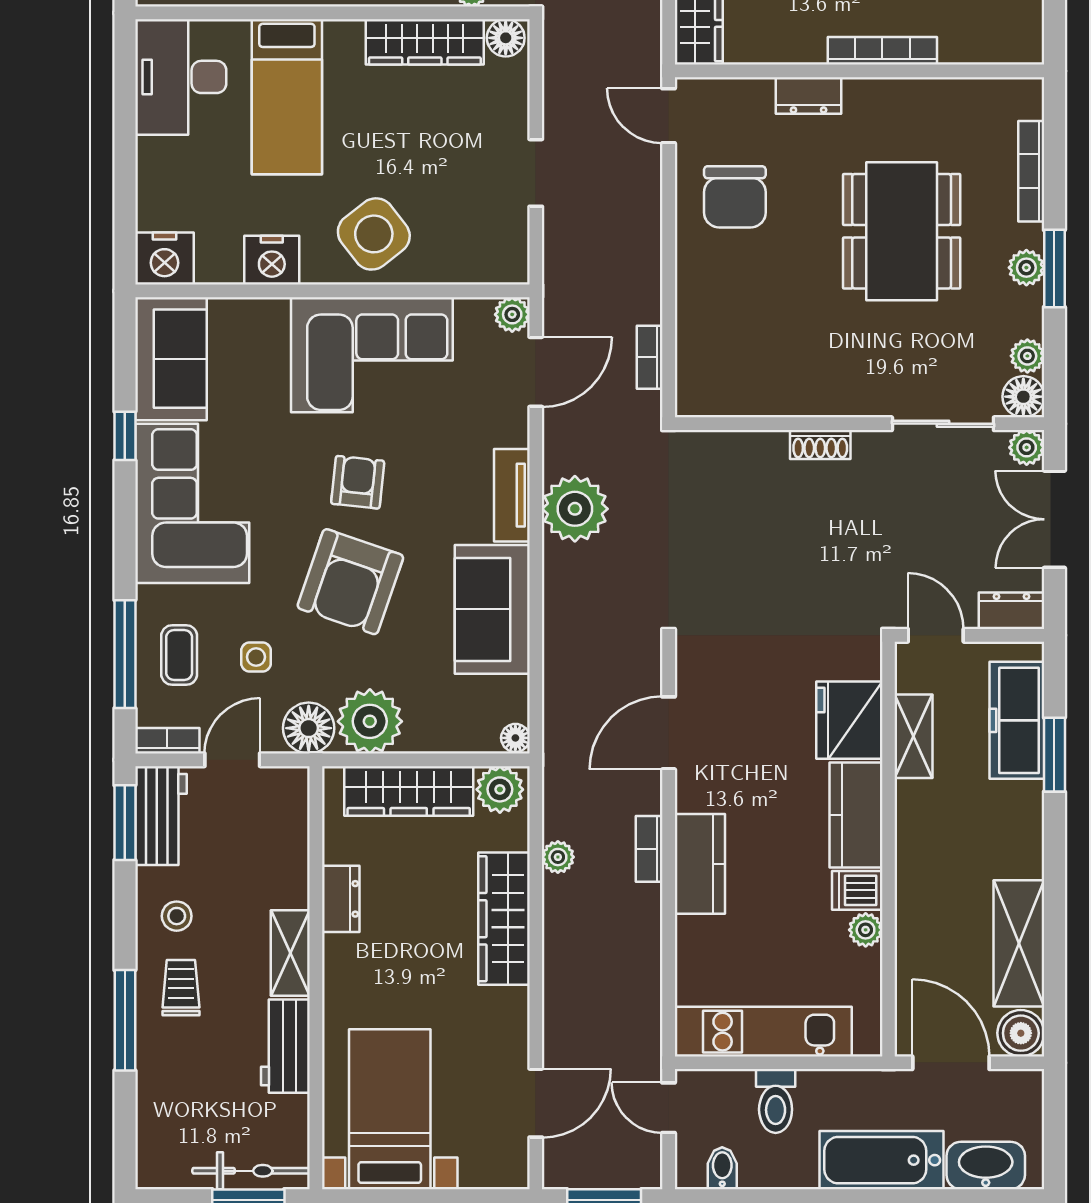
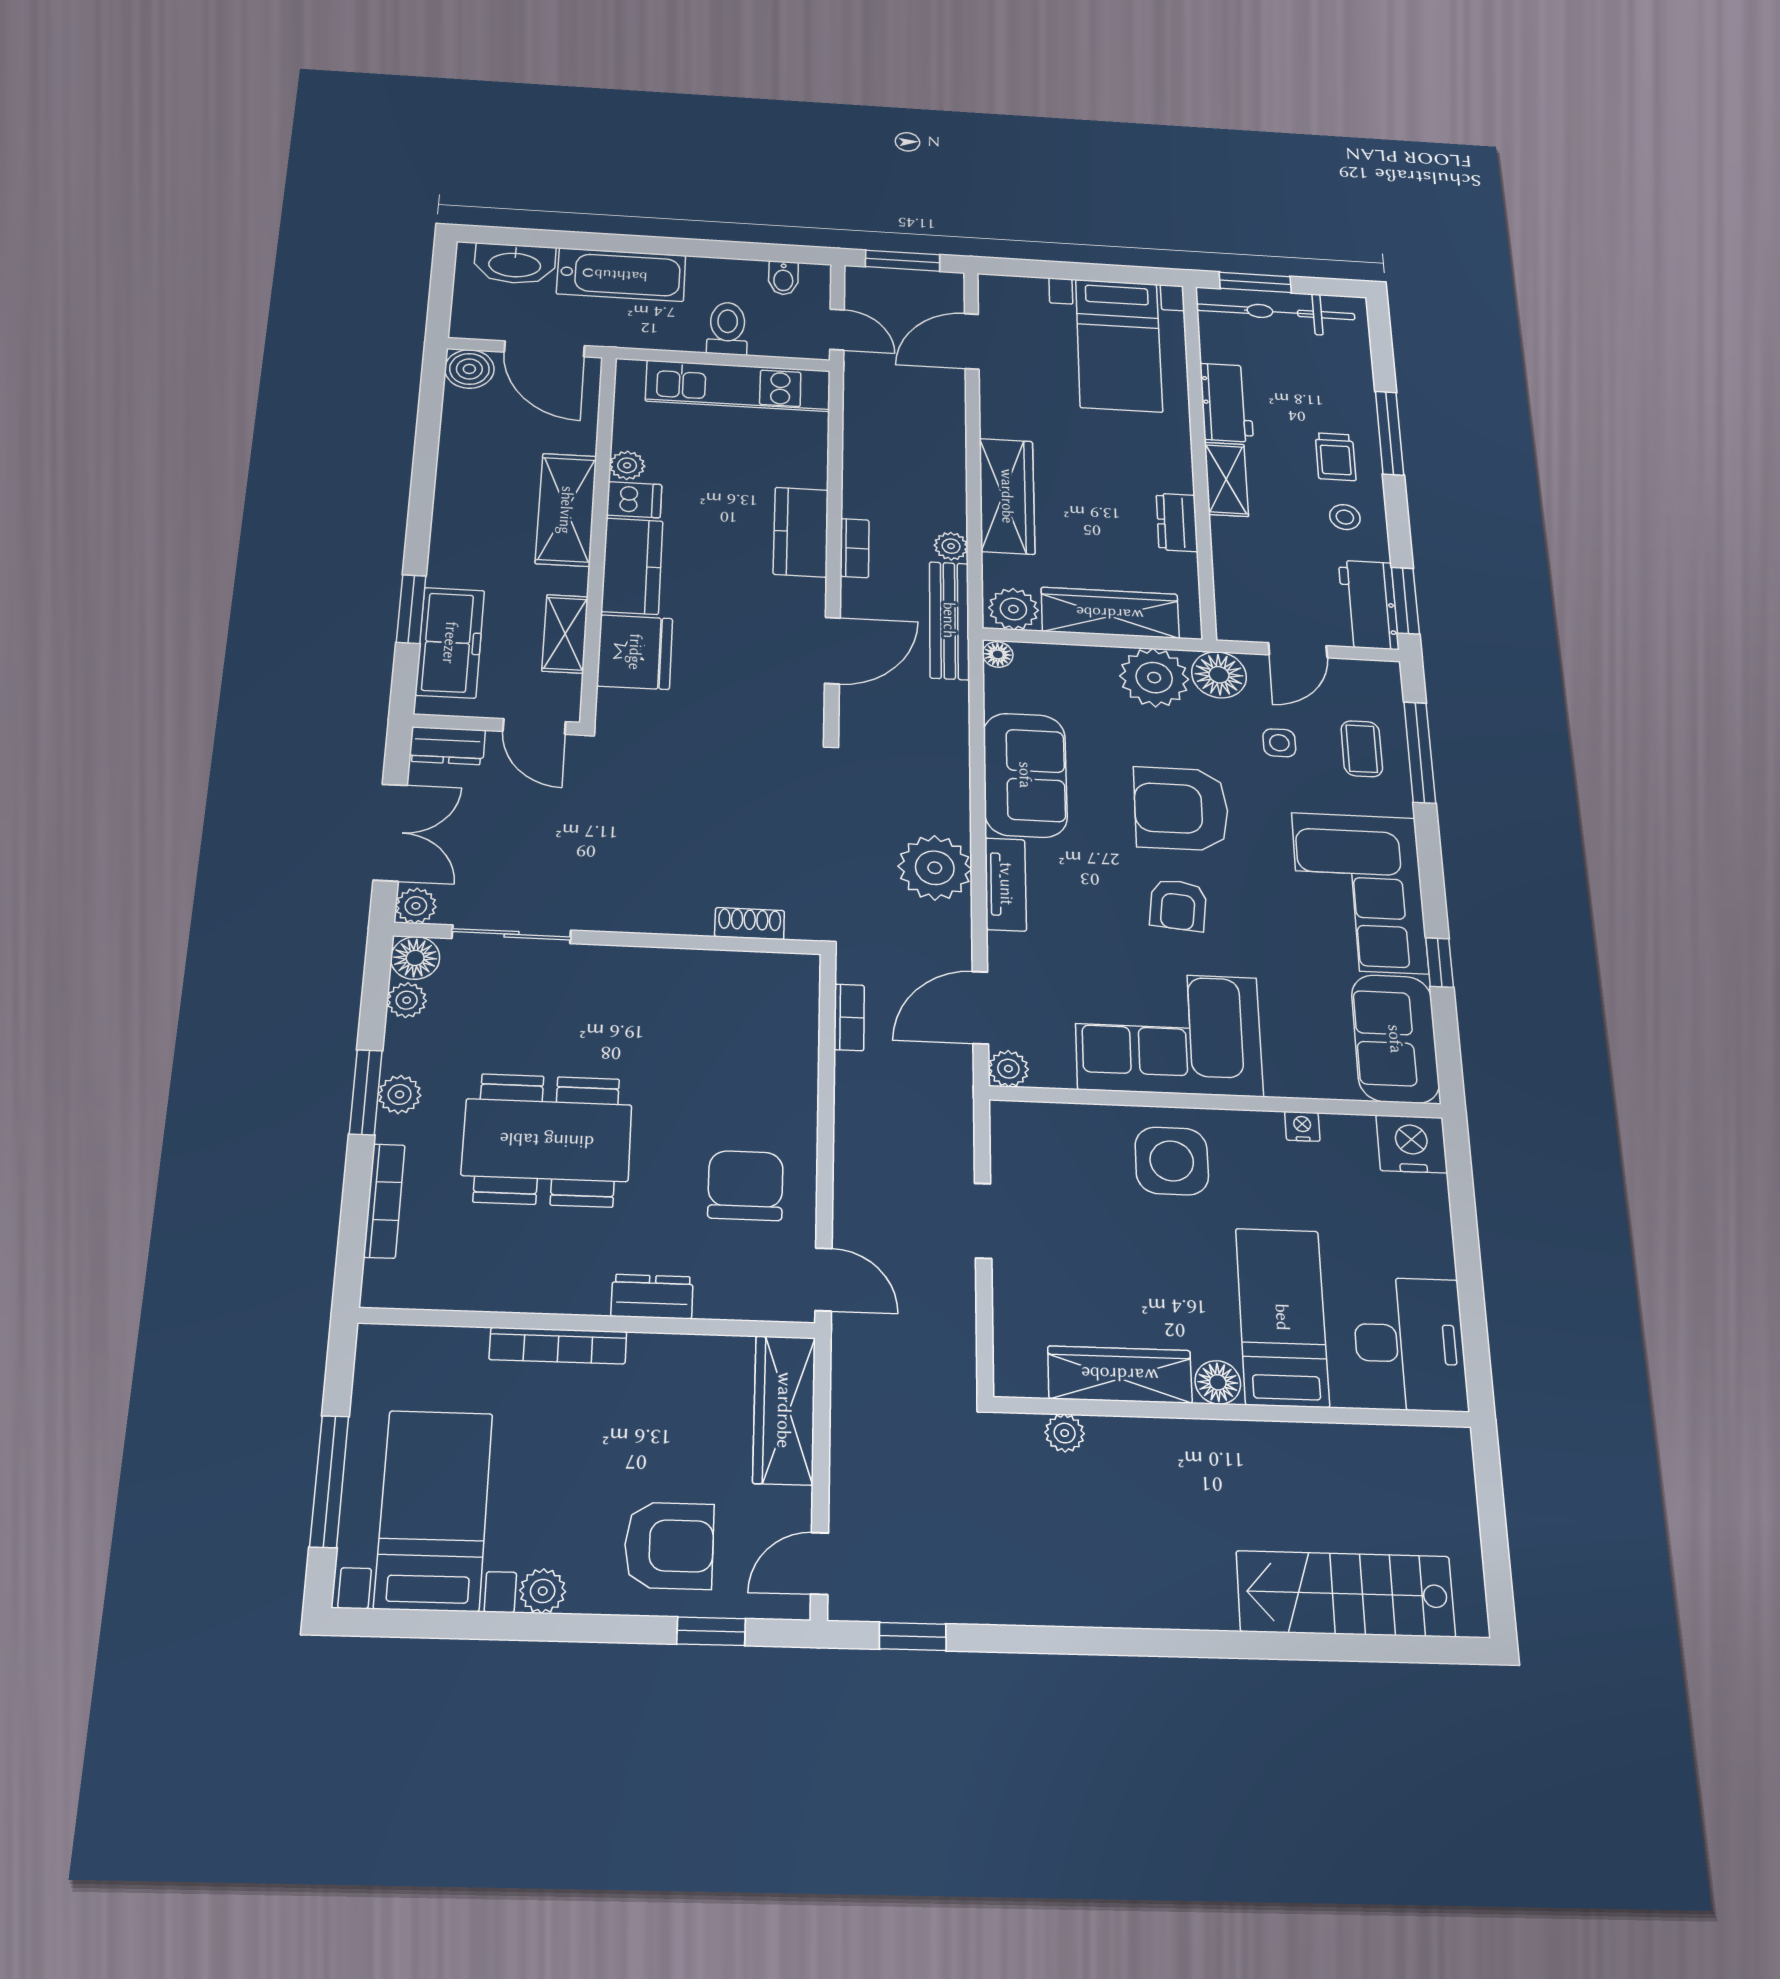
floor lamp: (506, 38) -> (1218, 1382), moved
dining table: (902, 231) -> (547, 1140), turned 90
side table: (374, 234) -> (1172, 1161), turned 38
nightstand: (272, 260) -> (1302, 1126), width x0.53, depth x0.56
shoe rack: (820, 444) -> (750, 924), moved
armchair: (350, 582) -> (1181, 809), turned -109
bookcase: (167, 741) -> (1368, 671), removed
bench: (560, 773) -> (949, 620), added
shelving: (1019, 943) -> (566, 510), moved
bicycle: (251, 1171) -> (1276, 312), width x1.37, depth x1.40

